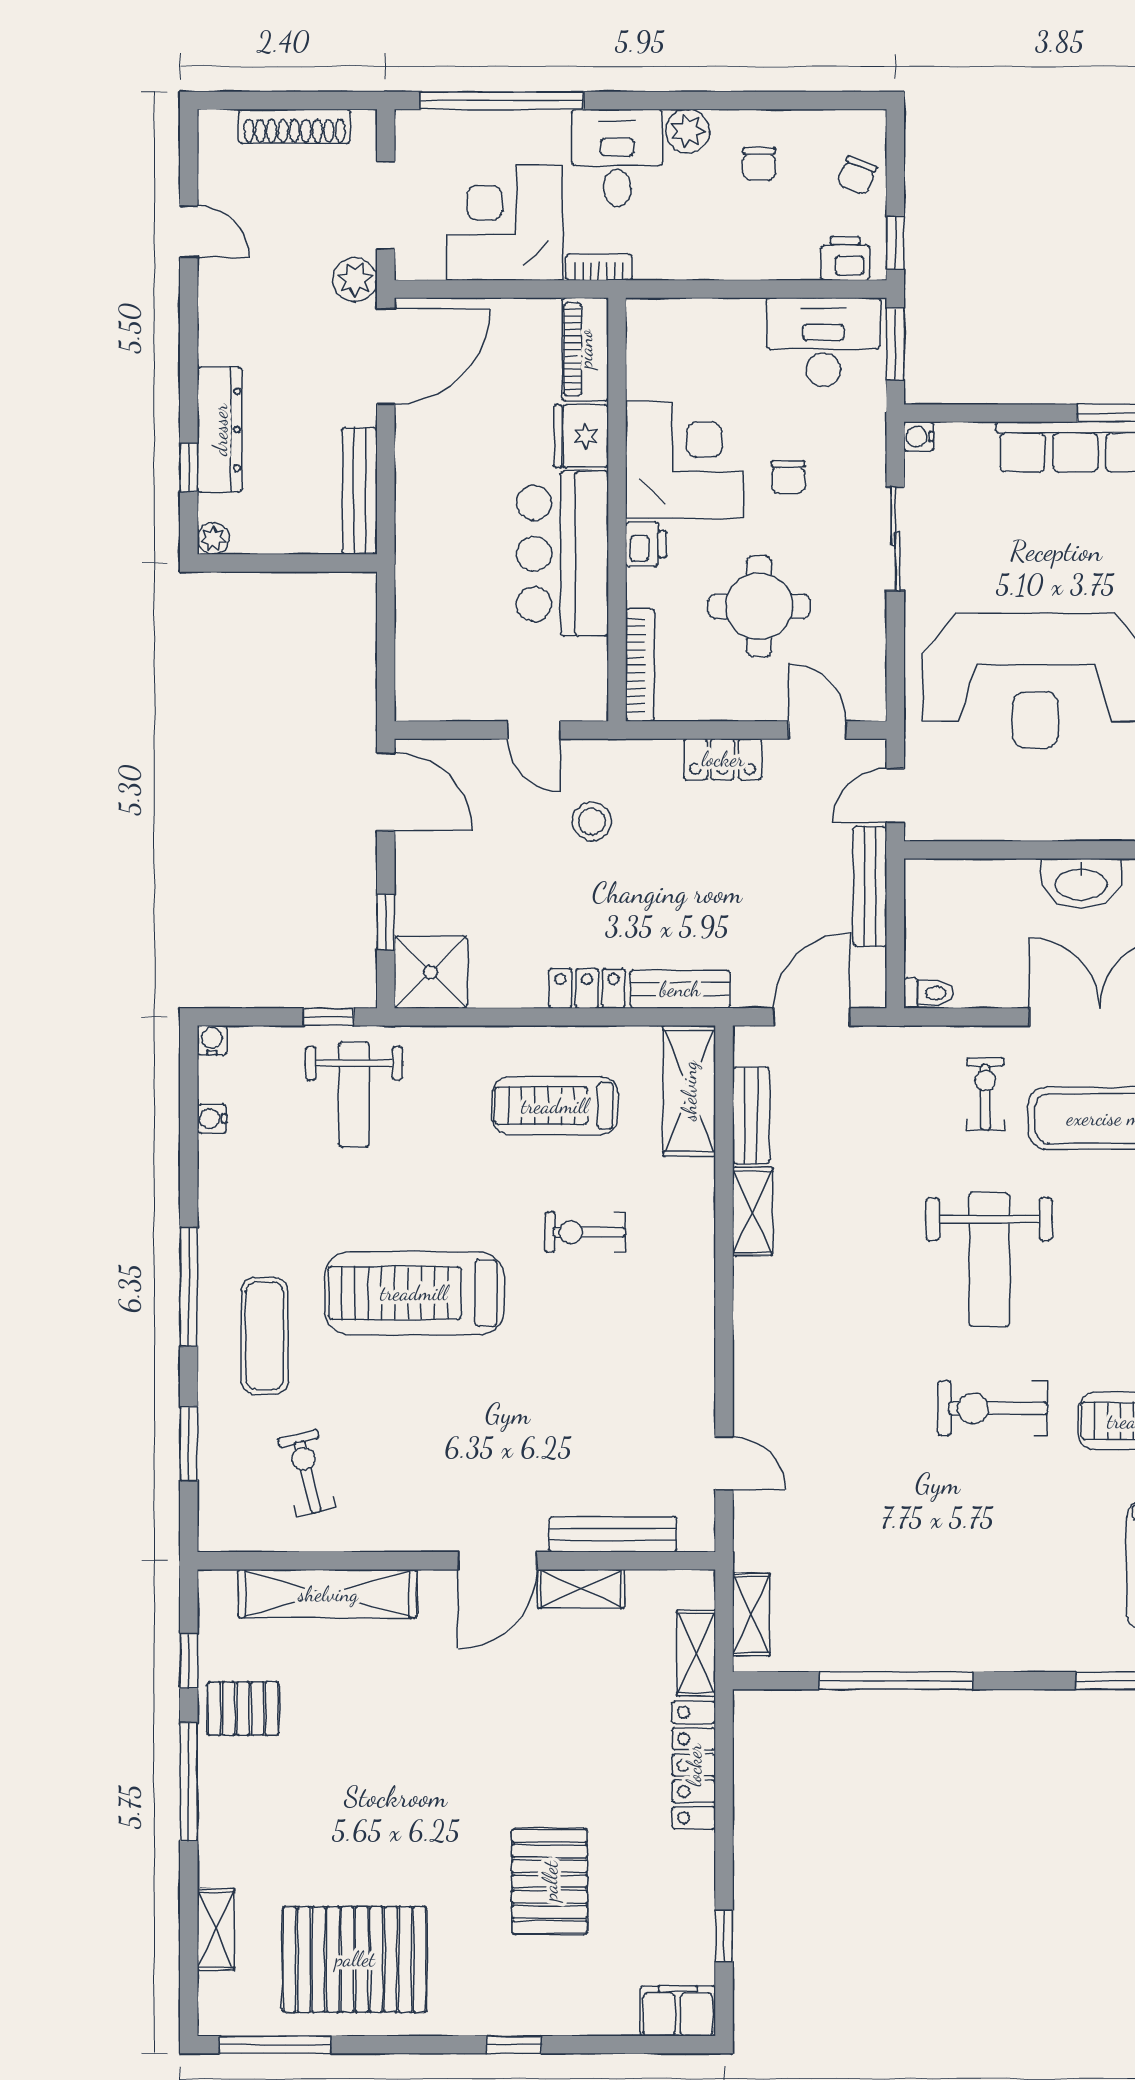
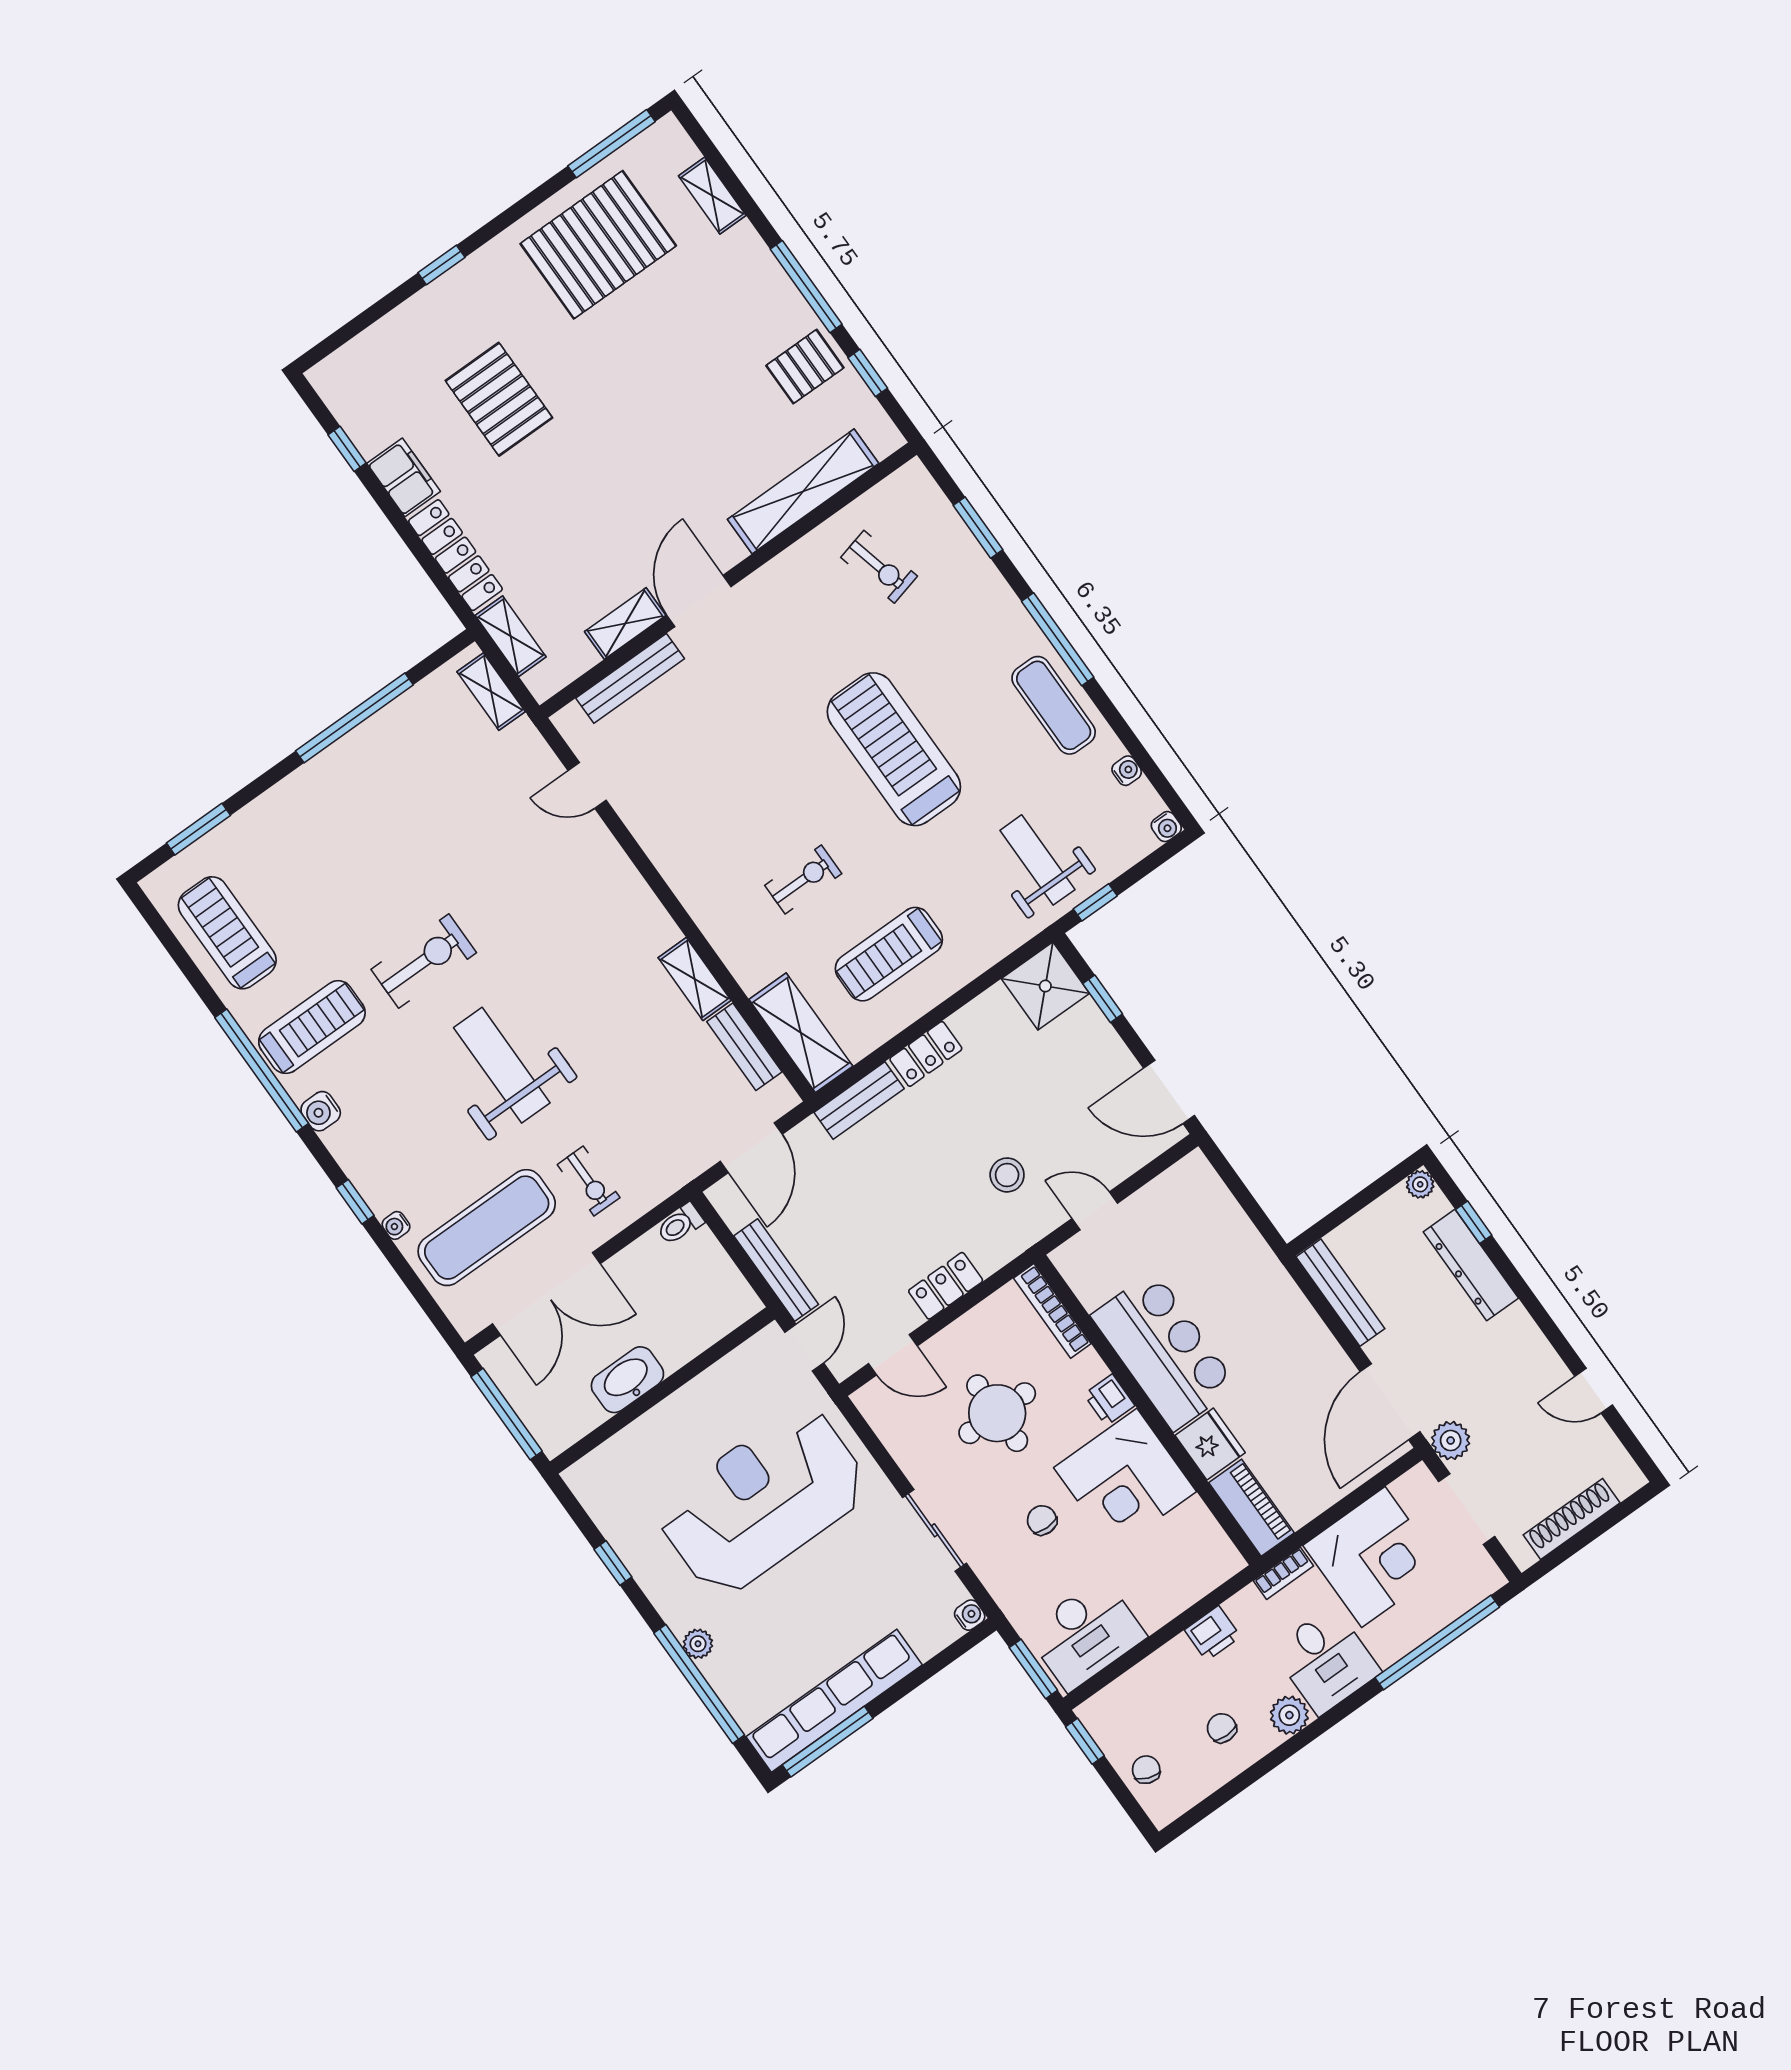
printer: (845, 258) -> (1213, 1633), moved
treadmill: (555, 1106) -> (889, 954), turned 180
treadmill: (414, 1293) -> (894, 749), turned -90
exercise mat: (264, 1336) -> (1054, 705), moved
filing cabinet: (678, 2011) -> (404, 477), moved, turned -90

